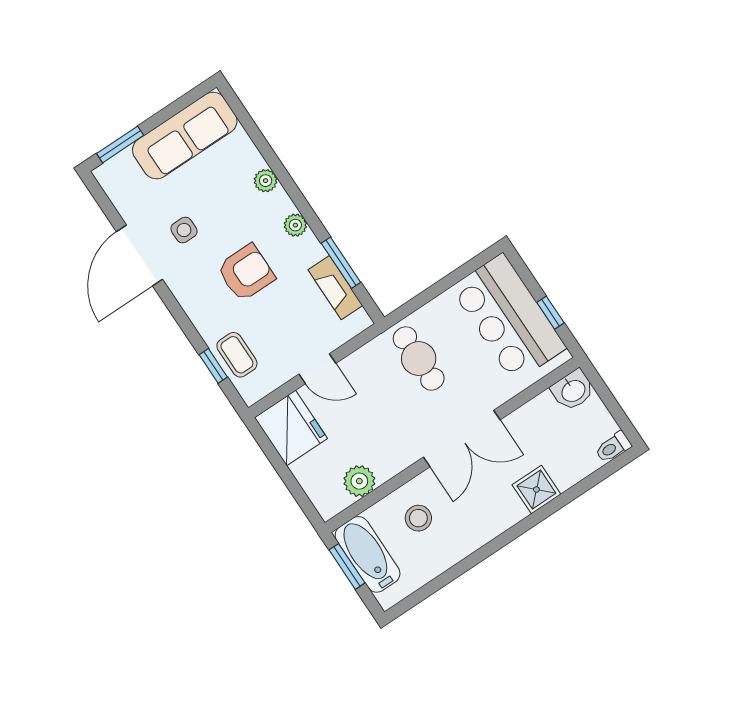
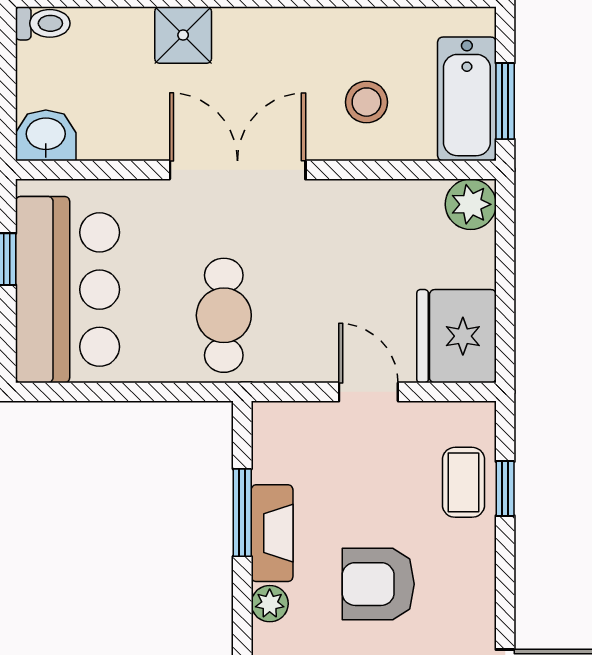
fireplace: (335, 288) -> (272, 533), moved
plant: (359, 481) -> (471, 204), moved

